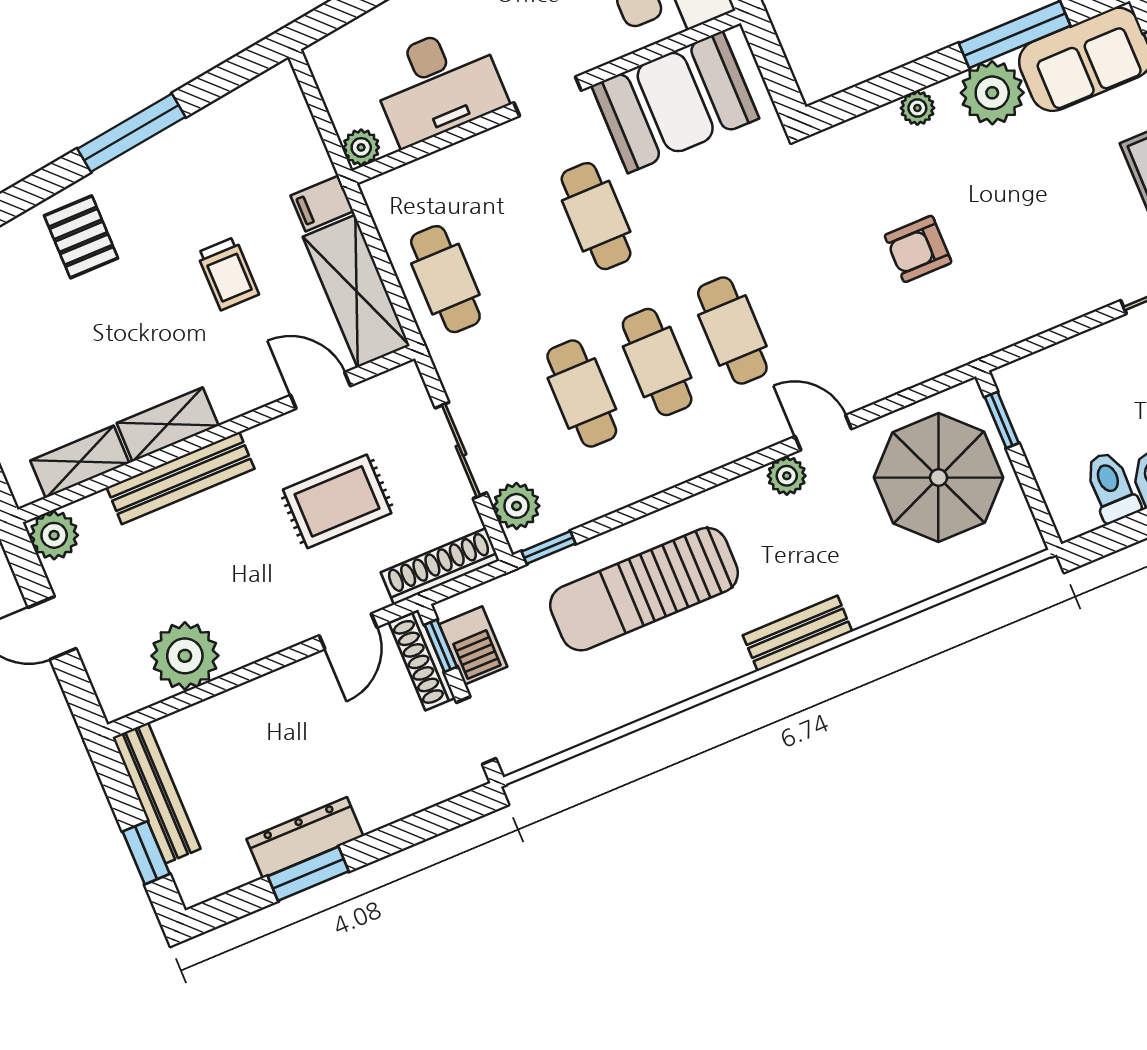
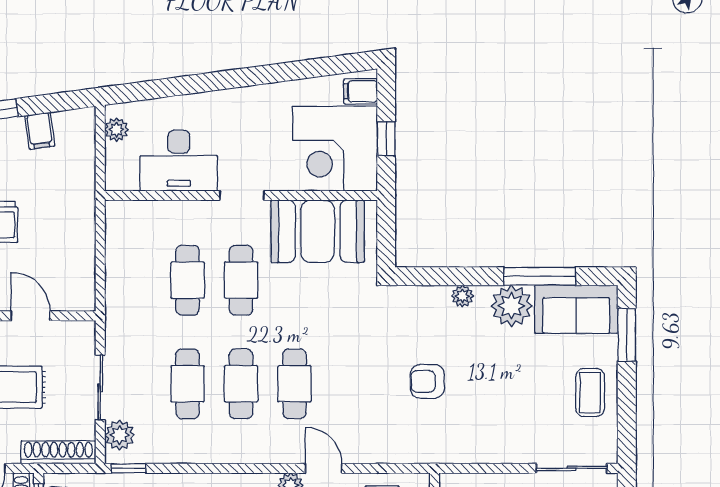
plant: (361, 147) -> (116, 130), moved
filing cabinet: (322, 203) -> (40, 131), moved, turned -98
cafe table: (445, 279) -> (188, 280), moved
shelving: (356, 291) -> (77, 265), removed

